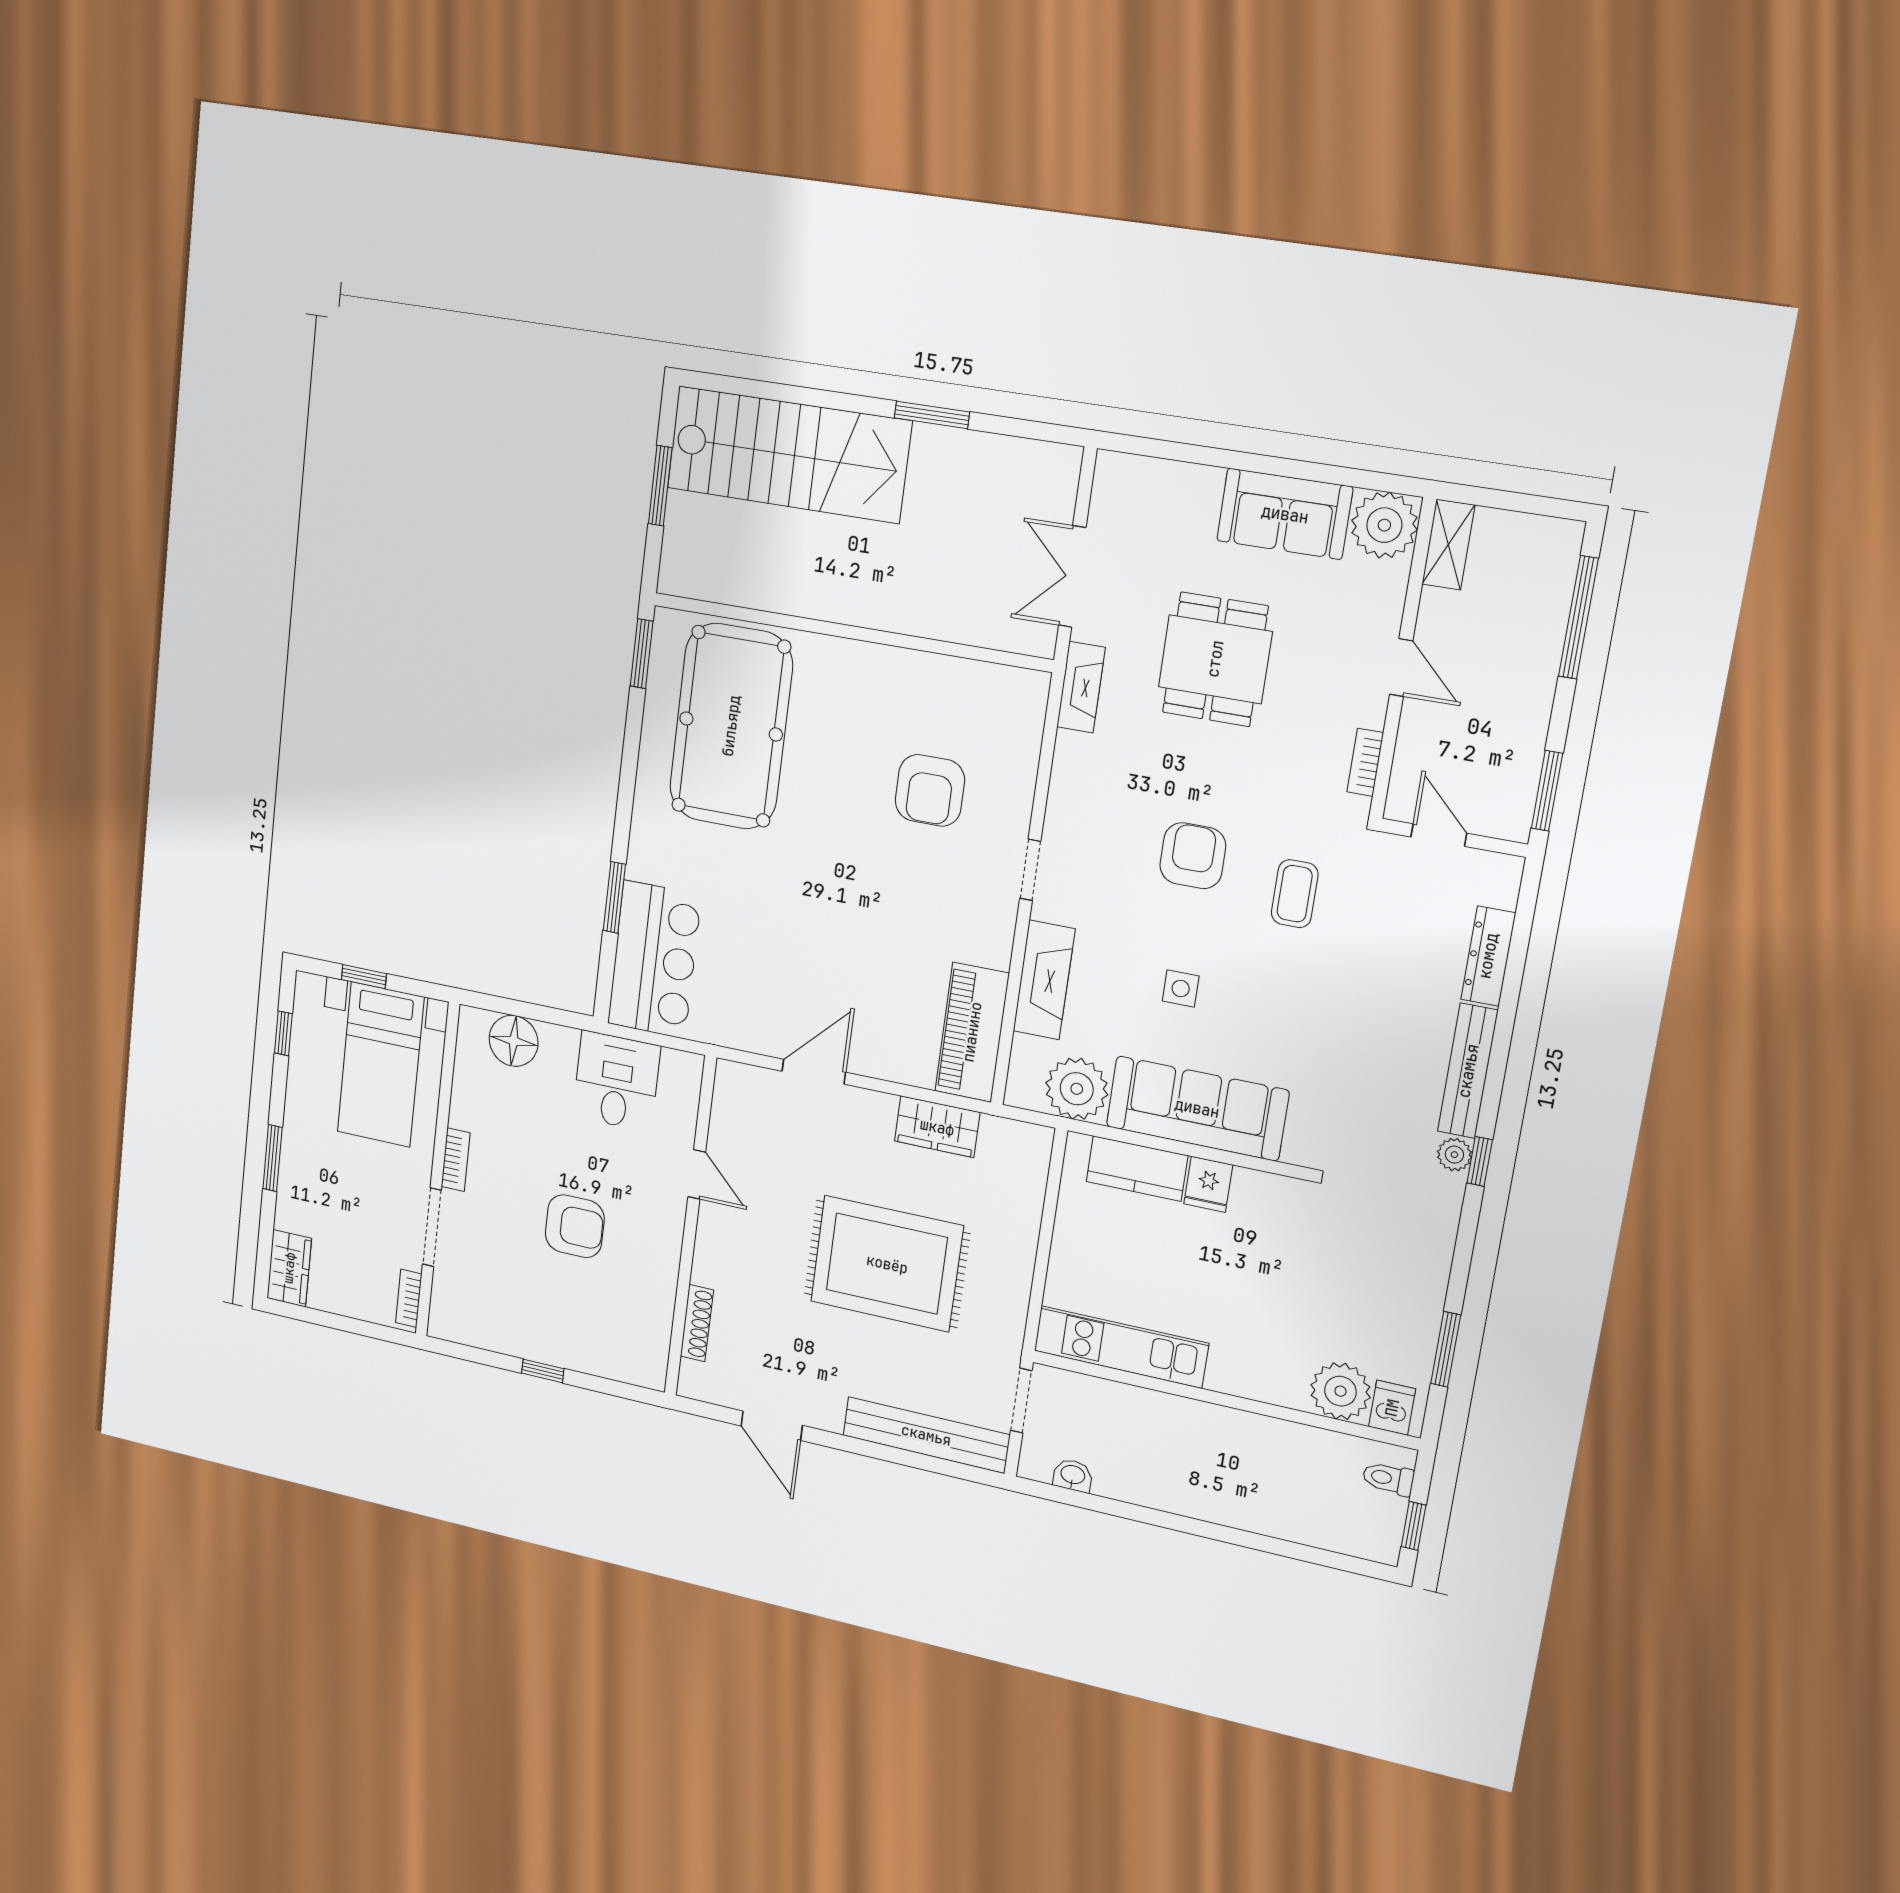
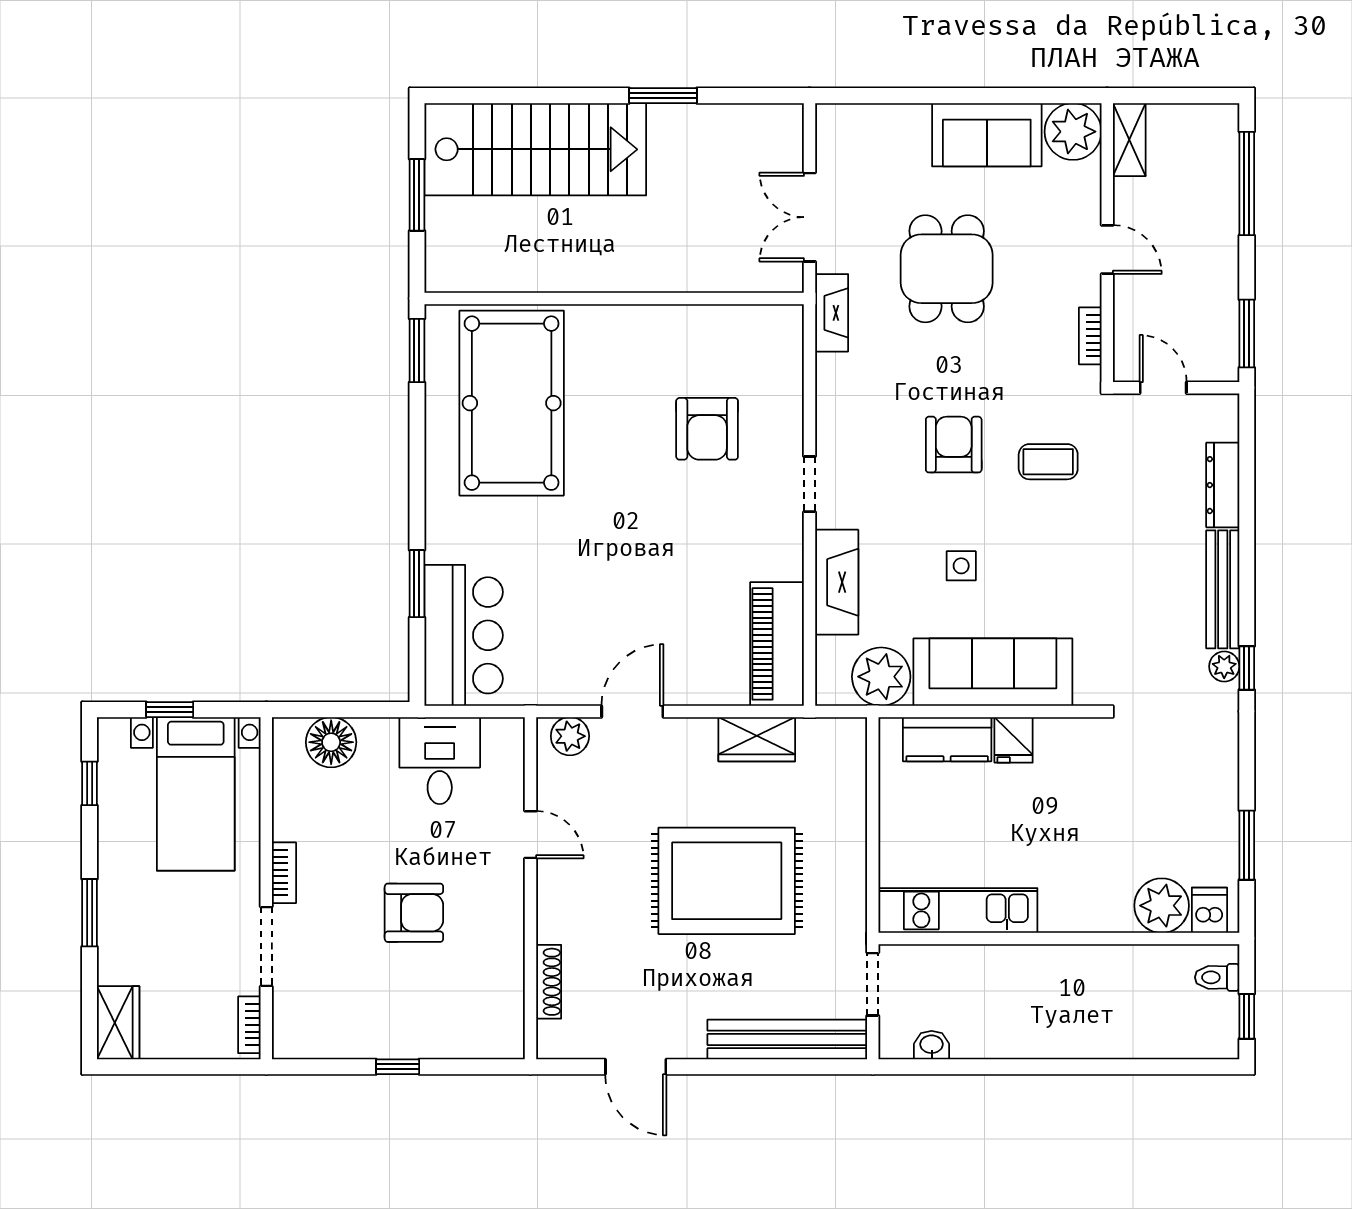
coffee table: (1295, 894) -> (1048, 462), turned 90
plant: (748, 1084) -> (570, 736), added

